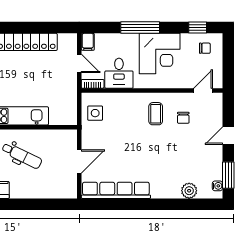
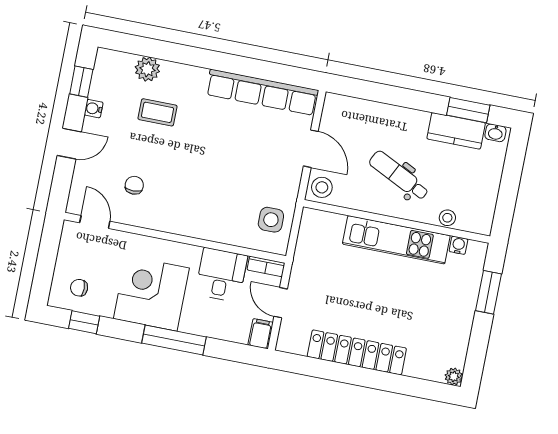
door: (203, 90) -> (95, 222), swing flipped
coffee table: (156, 114) -> (157, 112), moved, turned 90
stool: (68, 139) -> (322, 187), added
door: (79, 162) -> (311, 149), swing flipped
window: (228, 175) -> (81, 82), width x0.67
water cooler: (217, 186) -> (94, 109), moved

